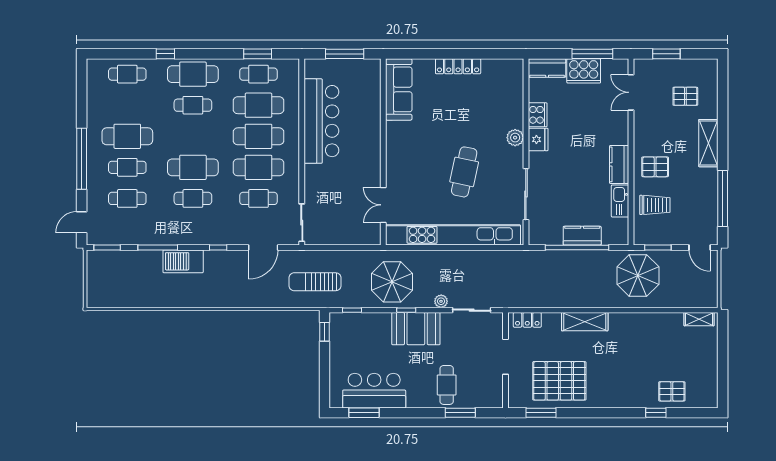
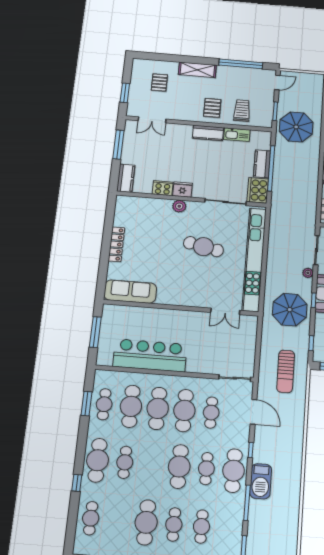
cooker: (584, 71) -> (258, 190), moved, turned 180
cafe table: (193, 230) -> (234, 471), added

